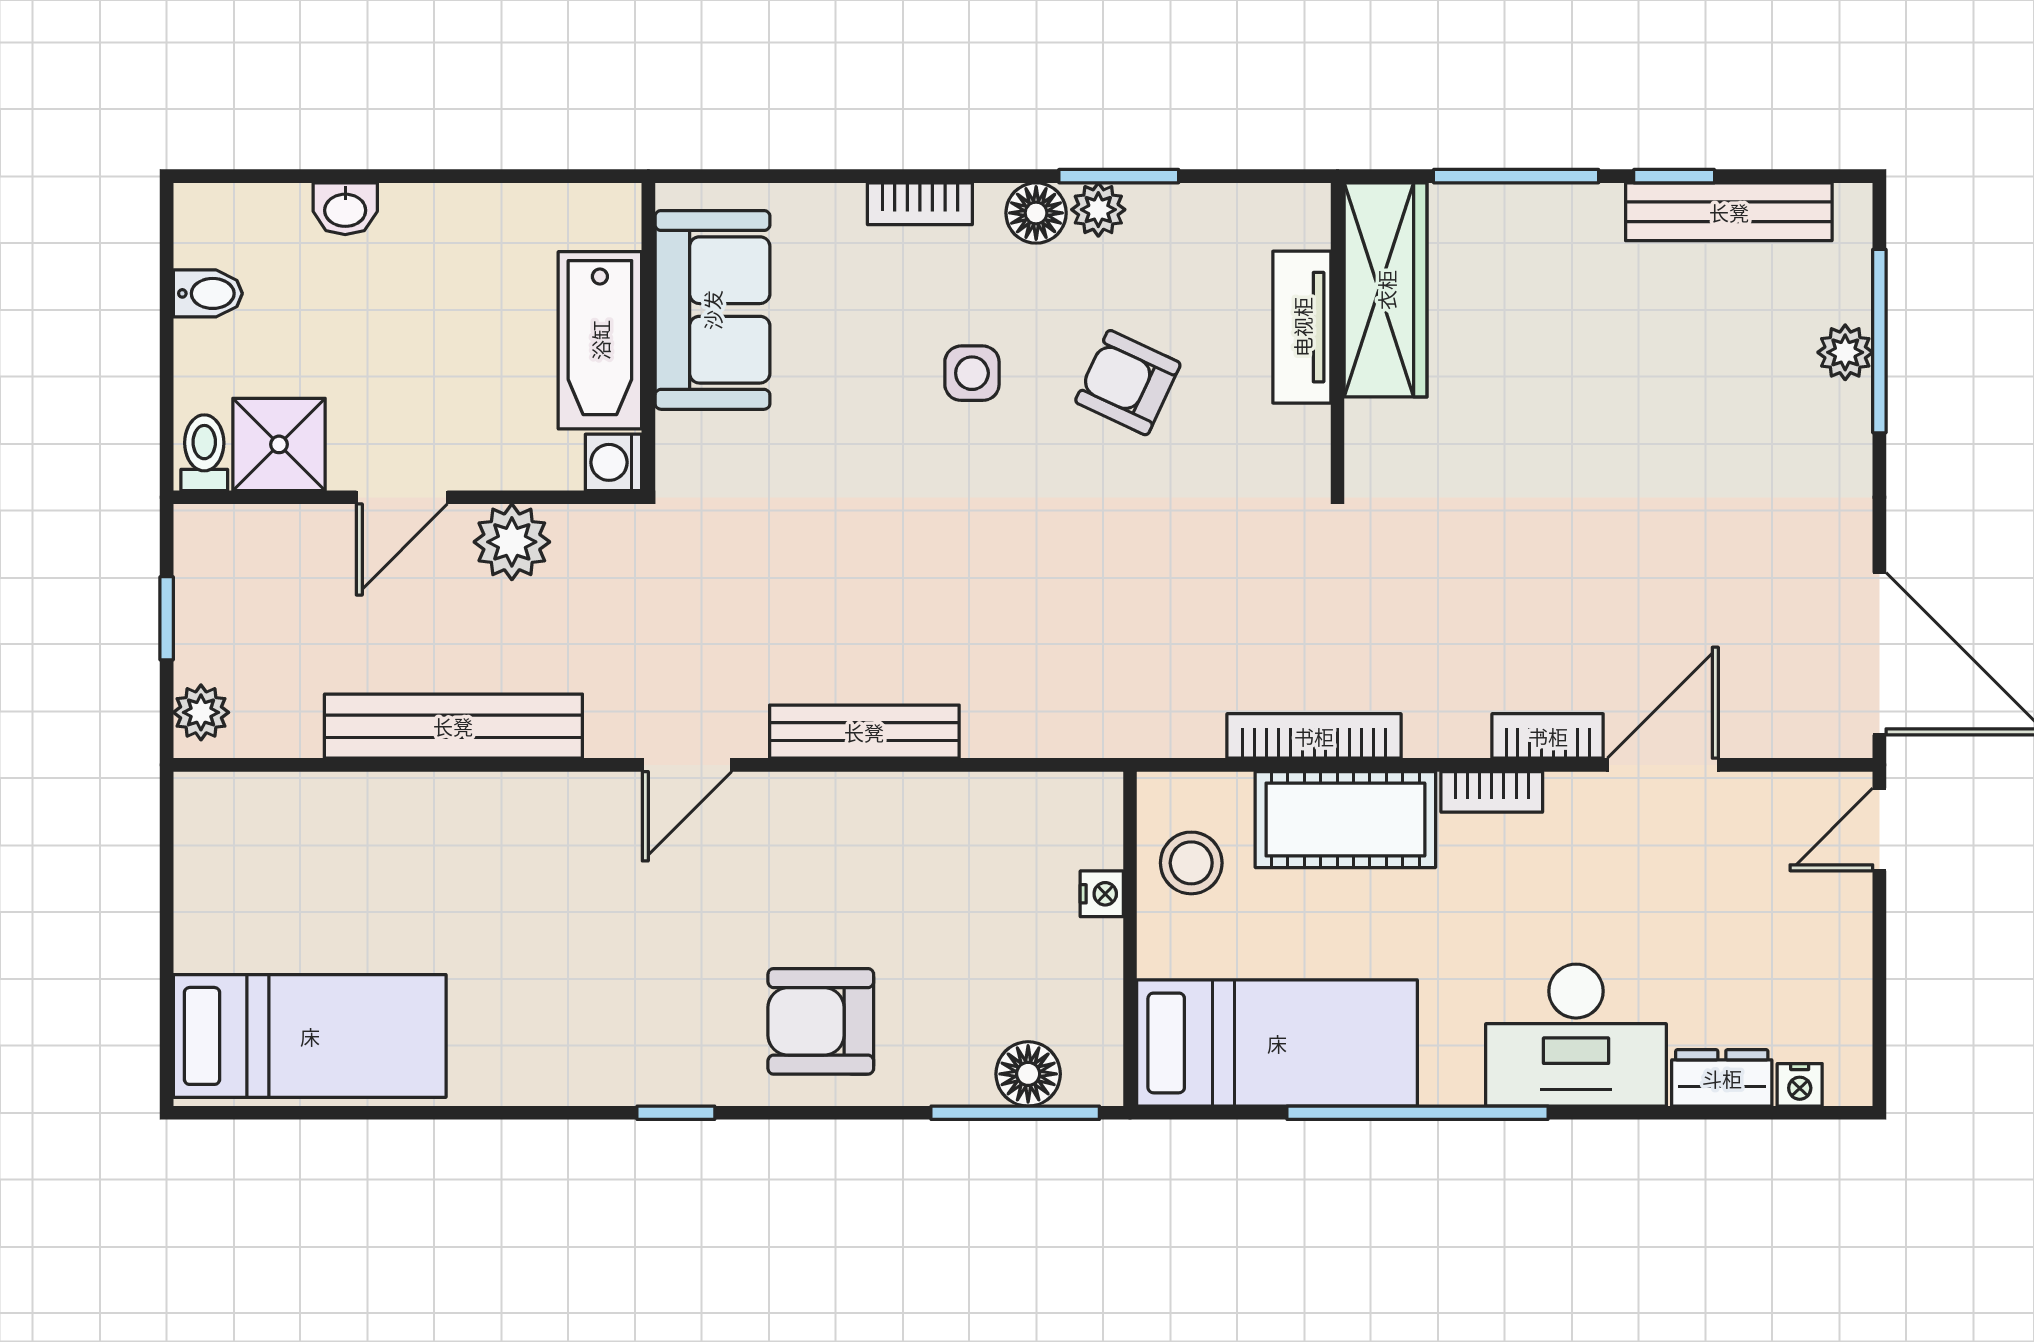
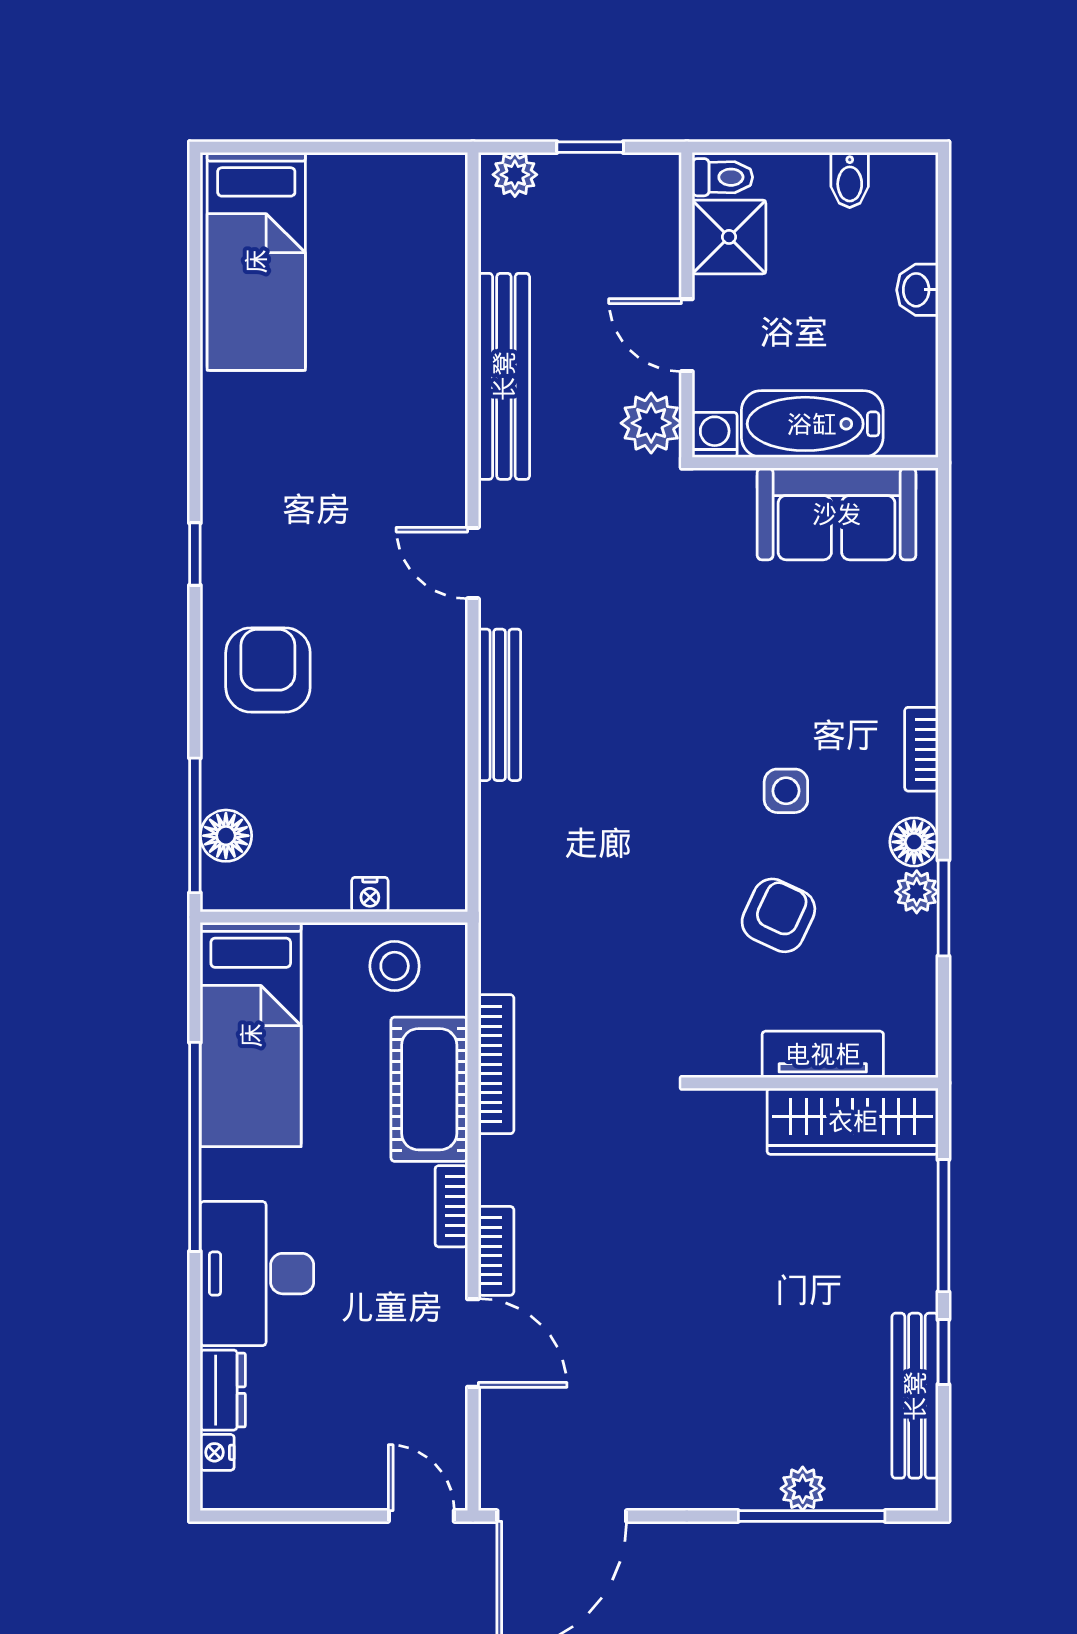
sofa: (712, 310) -> (837, 514), moved
wall: (648, 337) -> (815, 463), moved
bathtub: (600, 340) -> (812, 424), moved
washing machine: (614, 462) -> (715, 435), moved

